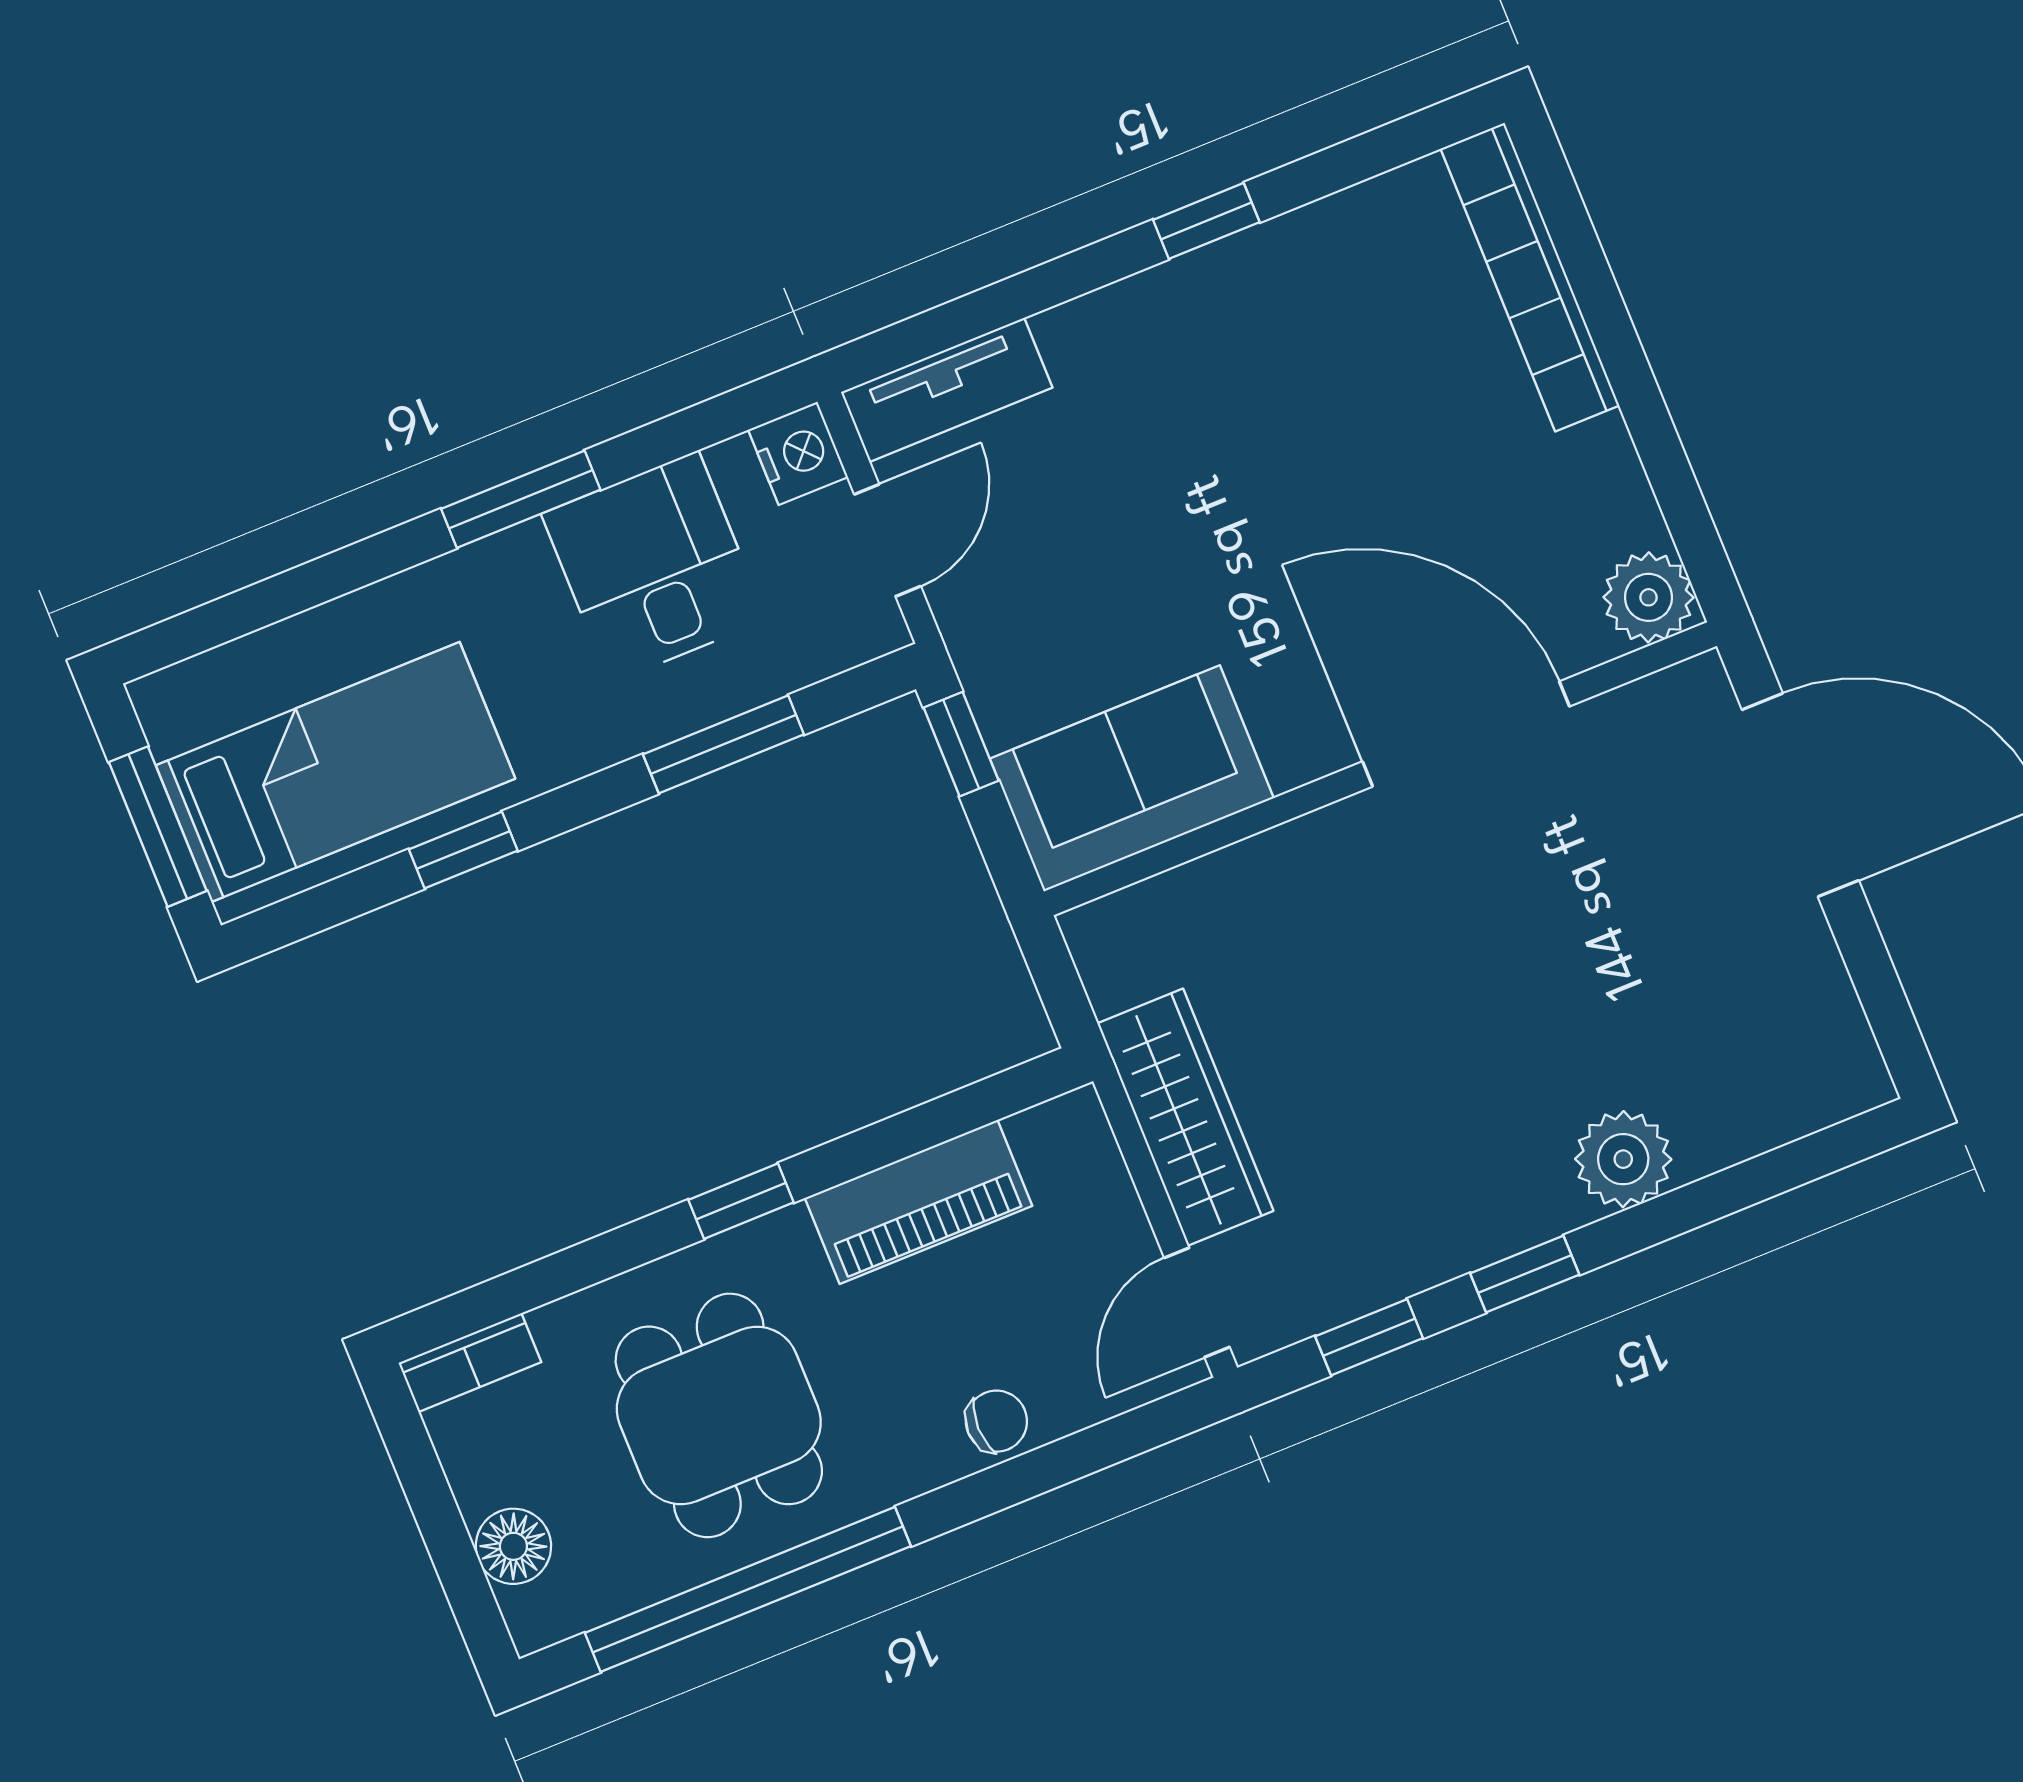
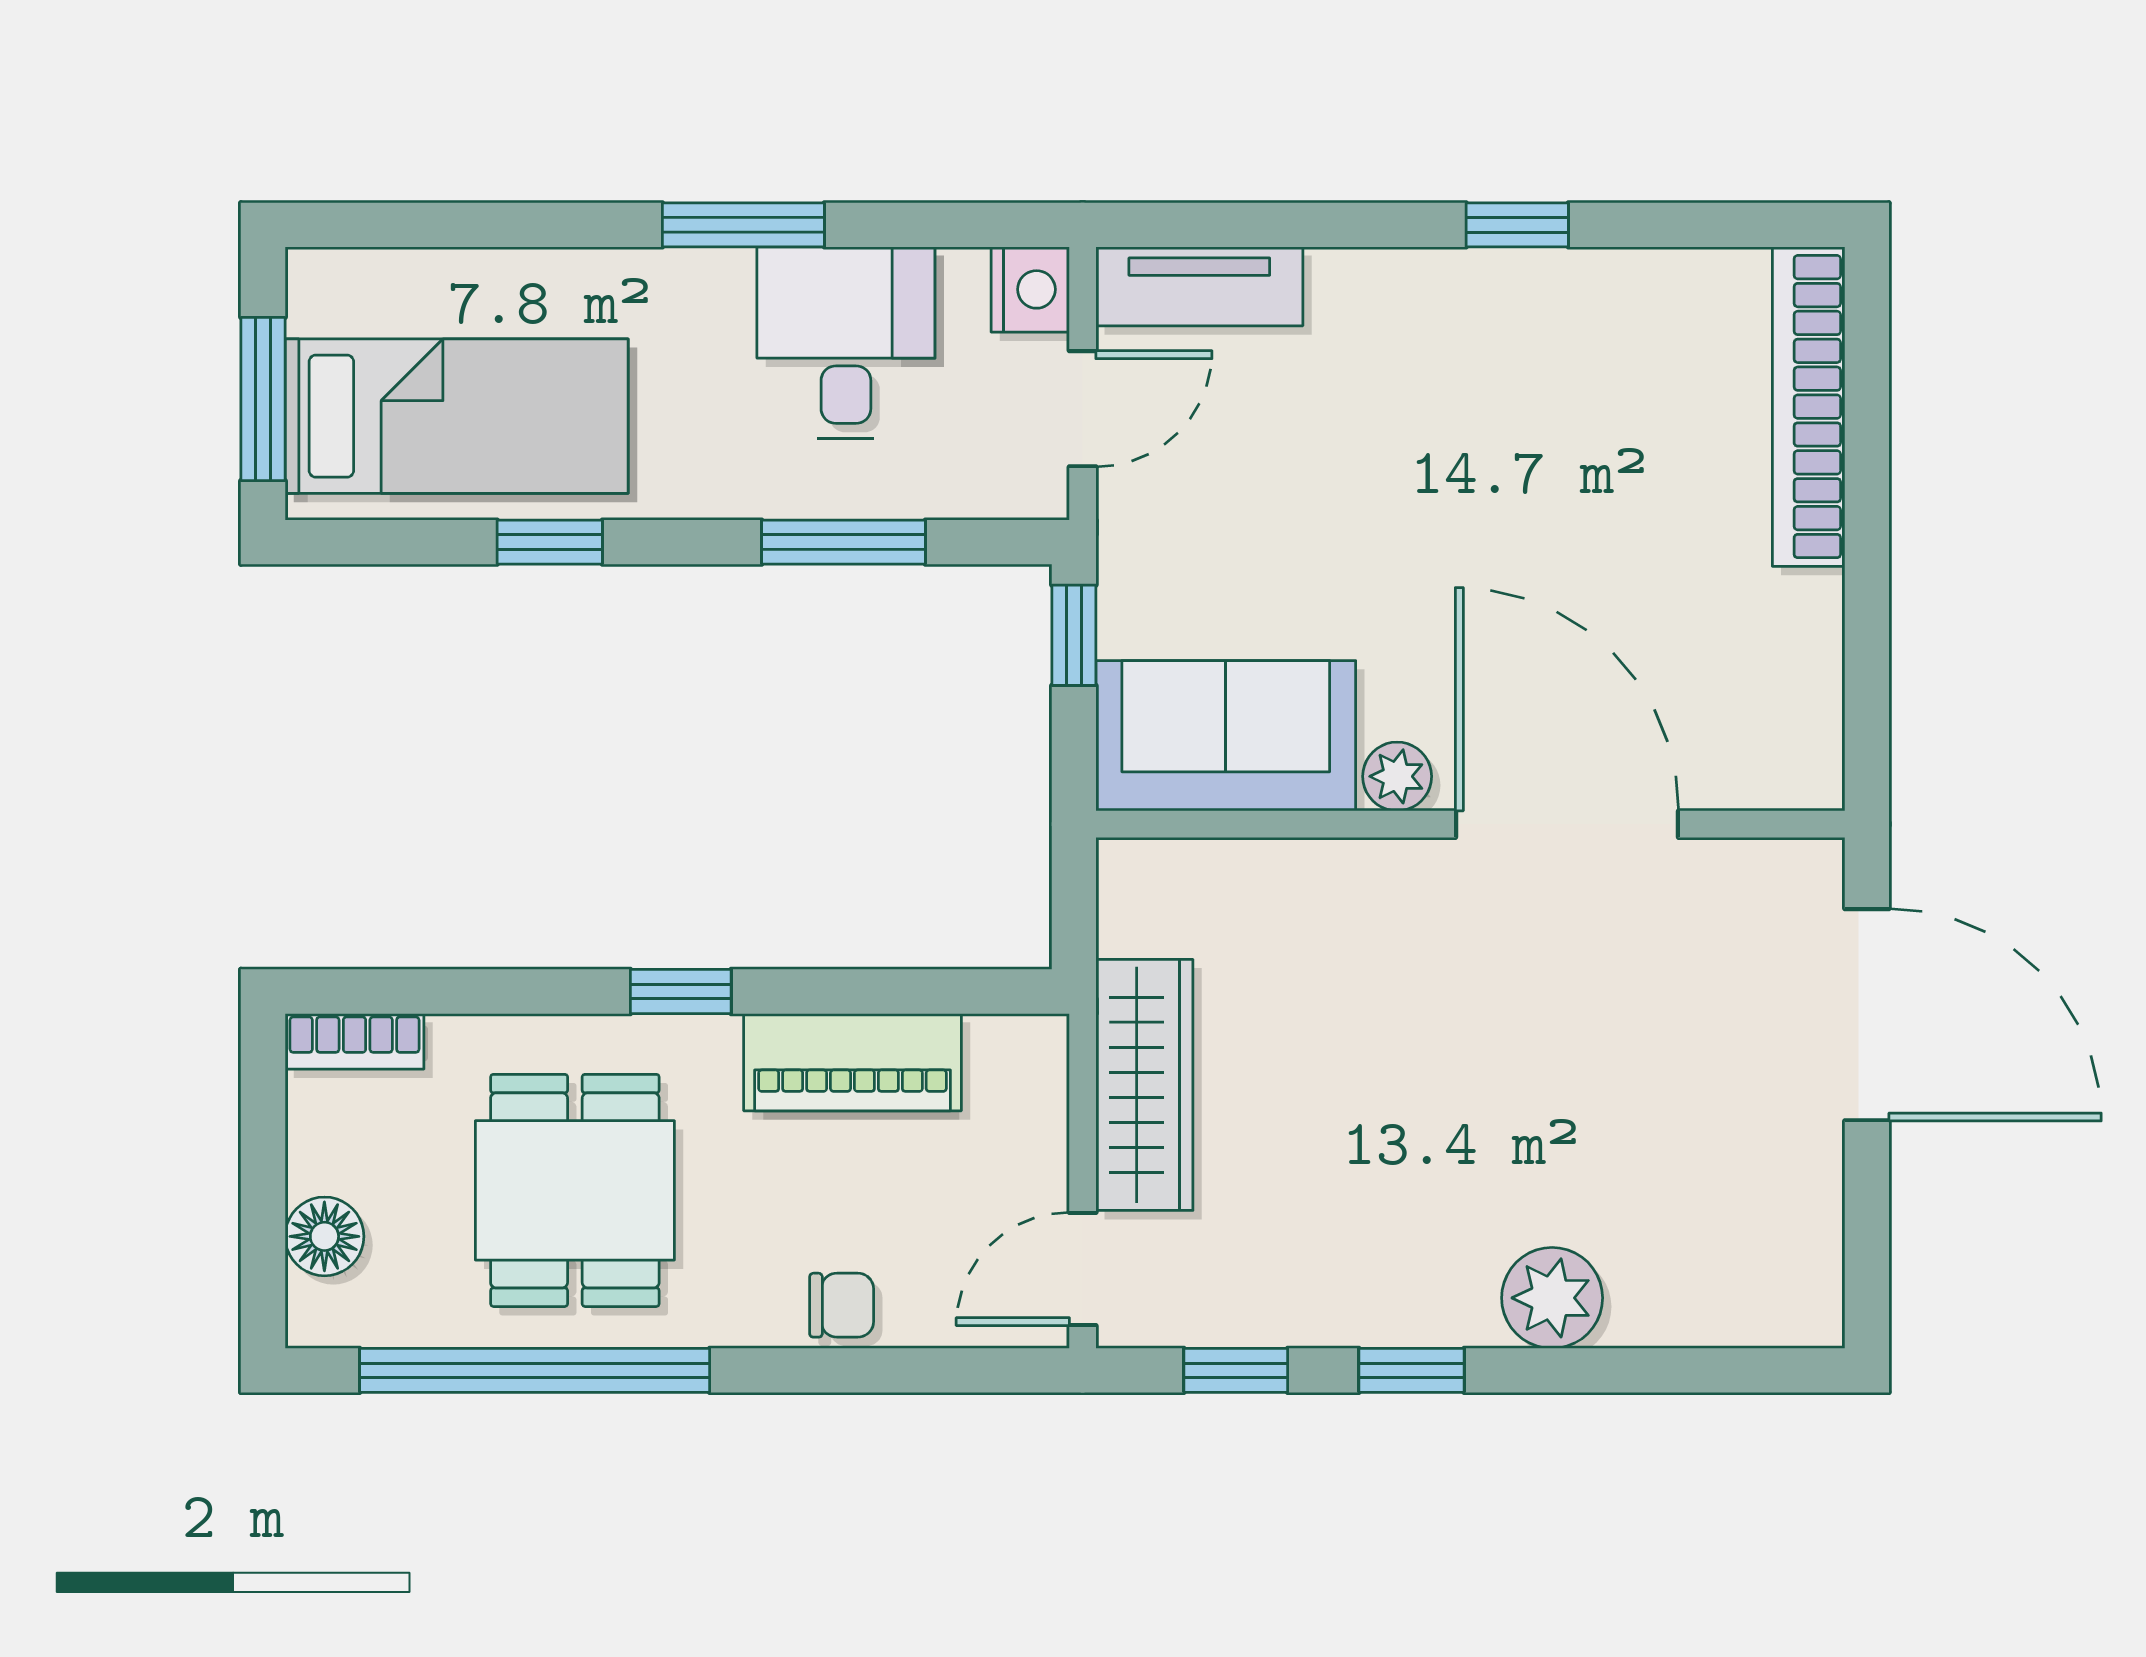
plant: (1649, 597) -> (1397, 776), moved, width x0.73, depth x0.73

